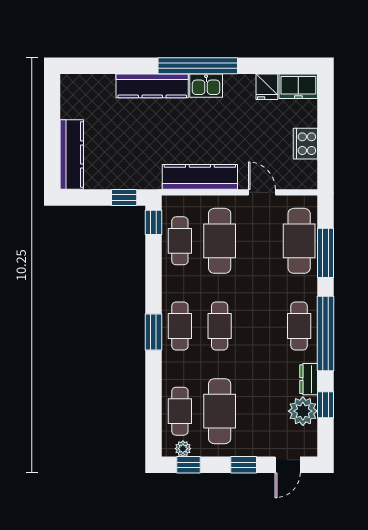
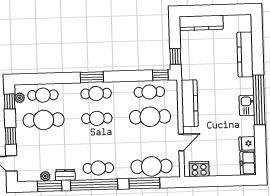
kitchen counter: (152, 86) -> (245, 54), moved
cooker: (305, 144) -> (199, 169), moved
window: (326, 405) -> (50, 186), width x1.50
plant: (303, 411) -> (45, 176), width x0.53, depth x0.53

